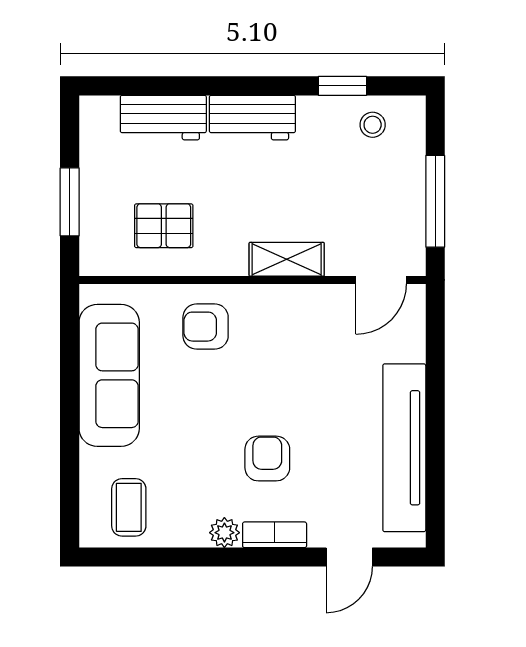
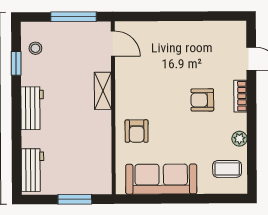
workbench: (163, 118) -> (32, 170), moved
pallet: (164, 226) -> (86, 152), removed
tv unit: (404, 448) -> (197, 32), removed
plant: (224, 533) -> (239, 139), moved

